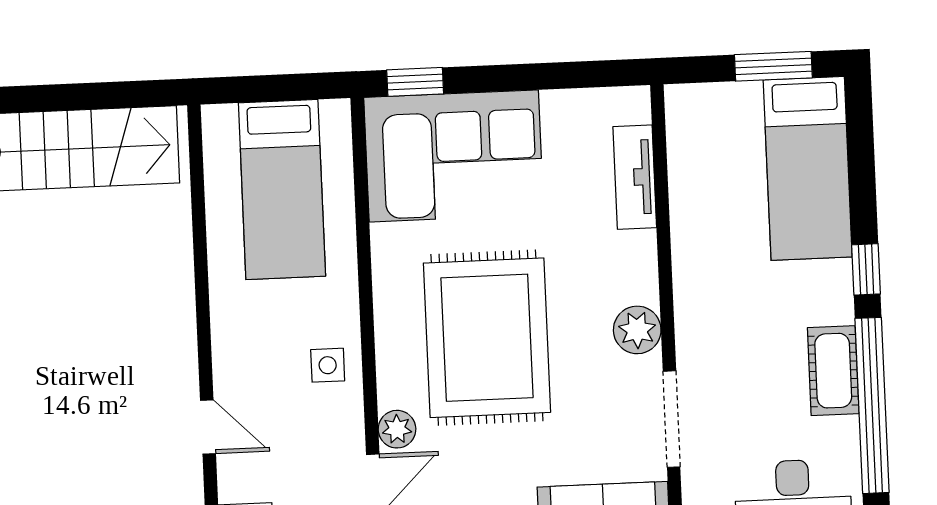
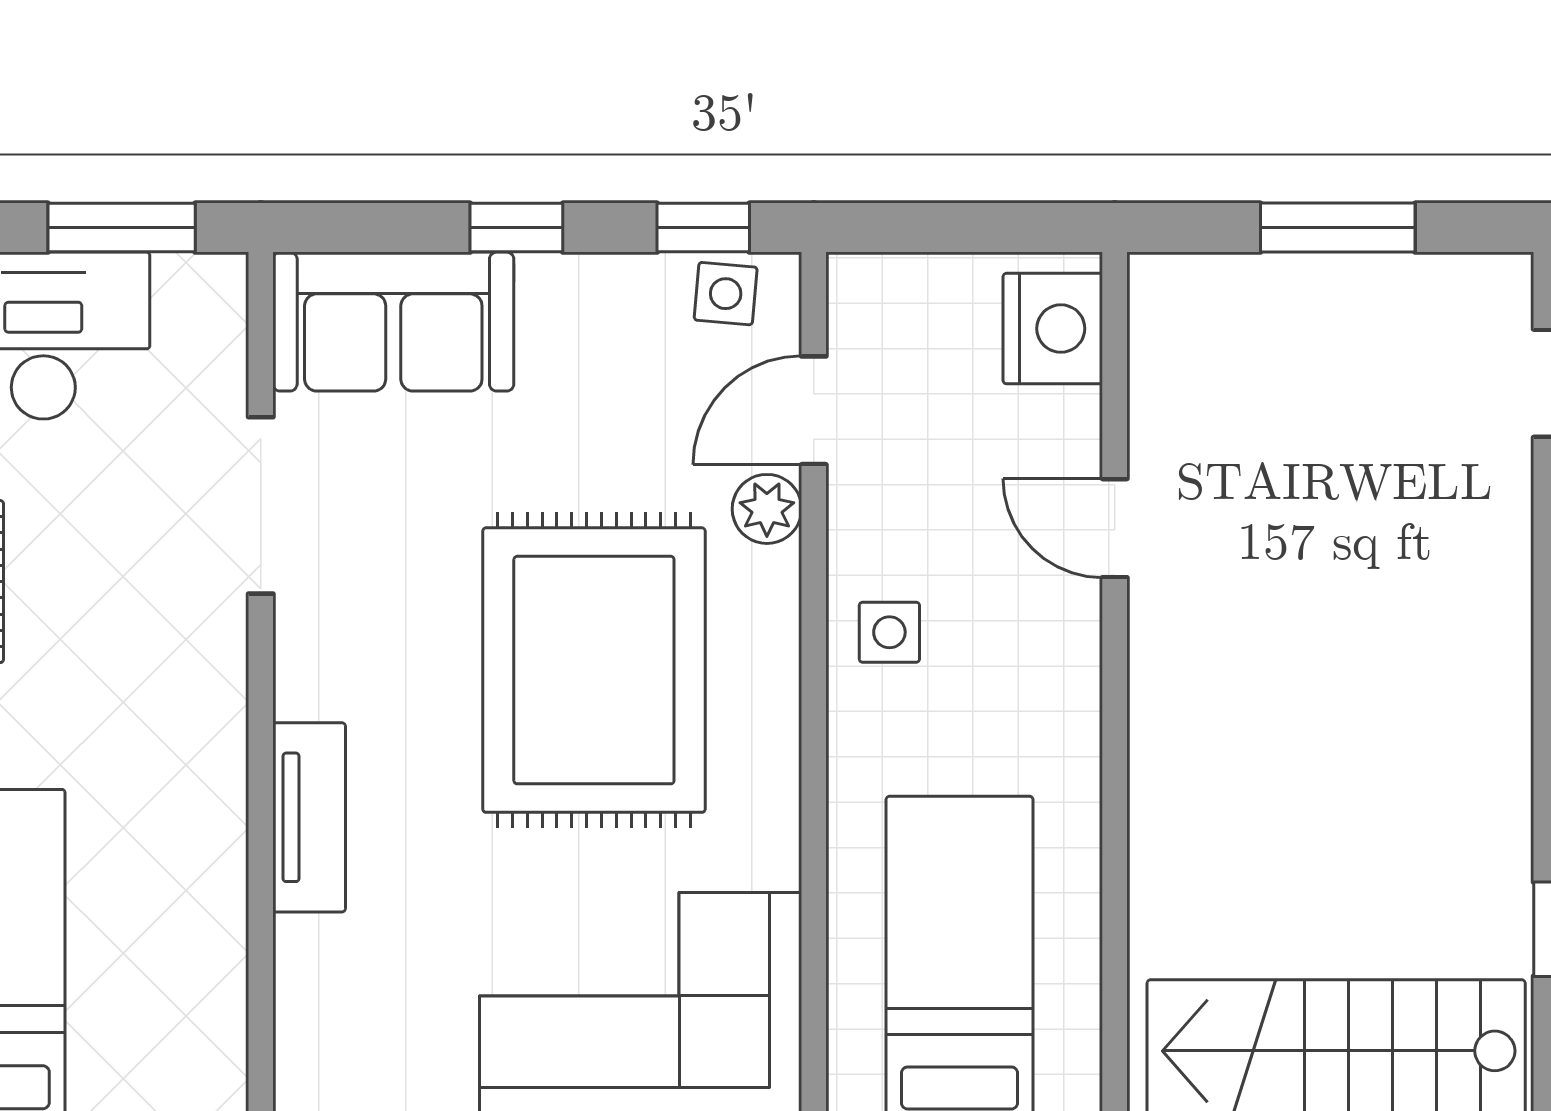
tv unit: (635, 177) -> (309, 817), moved
plant: (637, 330) -> (317, 672), removed

